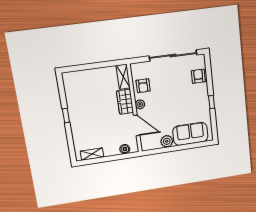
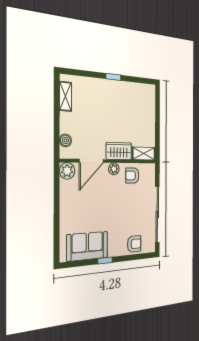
sofa: (190, 134) -> (87, 246), moved, turned -90
plant: (167, 141) -> (67, 171), moved

